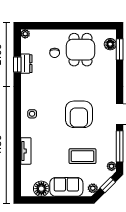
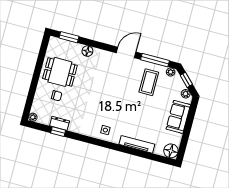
floor lamp: (110, 44) -> (87, 51), moved
armchair: (79, 114) -> (117, 89), removed
tv unit: (26, 151) -> (137, 144), width x1.41
coffee table: (83, 156) -> (149, 82), moved
floor lamp: (41, 189) -> (171, 151), moved

